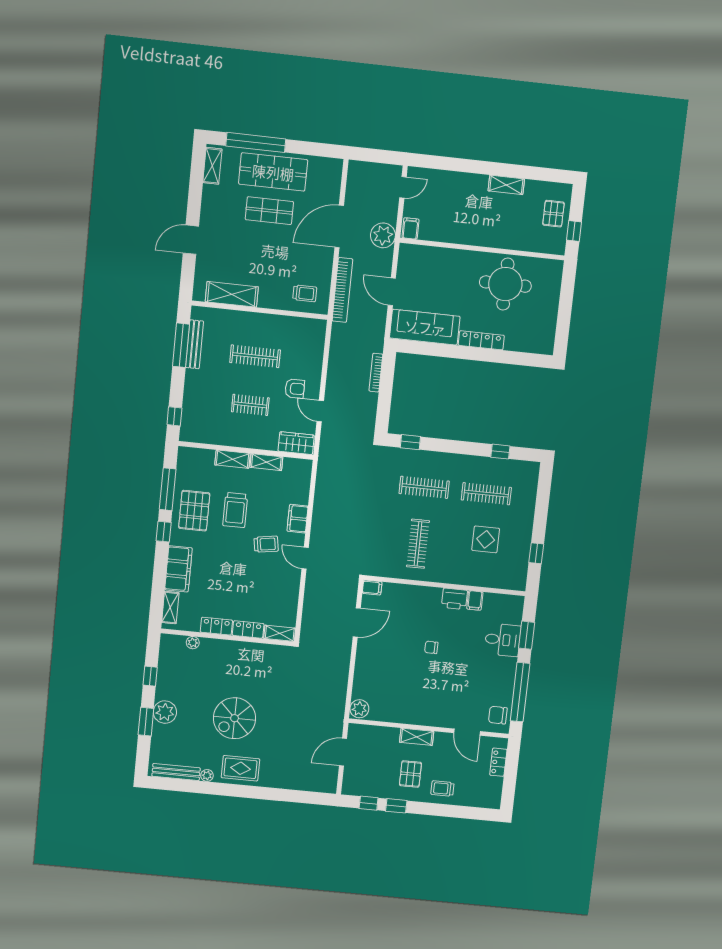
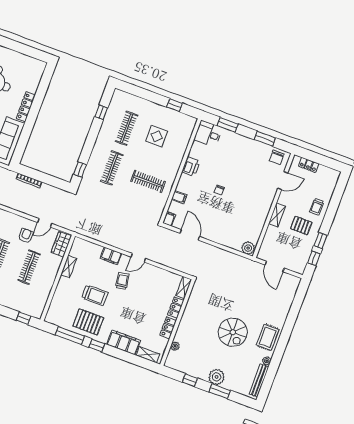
clothes rail: (250, 405) -> (29, 267), width x1.36
shelving: (233, 459) -> (61, 288), removed
filing cabinet: (475, 600) -> (179, 197), moved
desk: (503, 640) -> (208, 134), moved, turned -90
window: (520, 692) -> (265, 139), width x0.47

